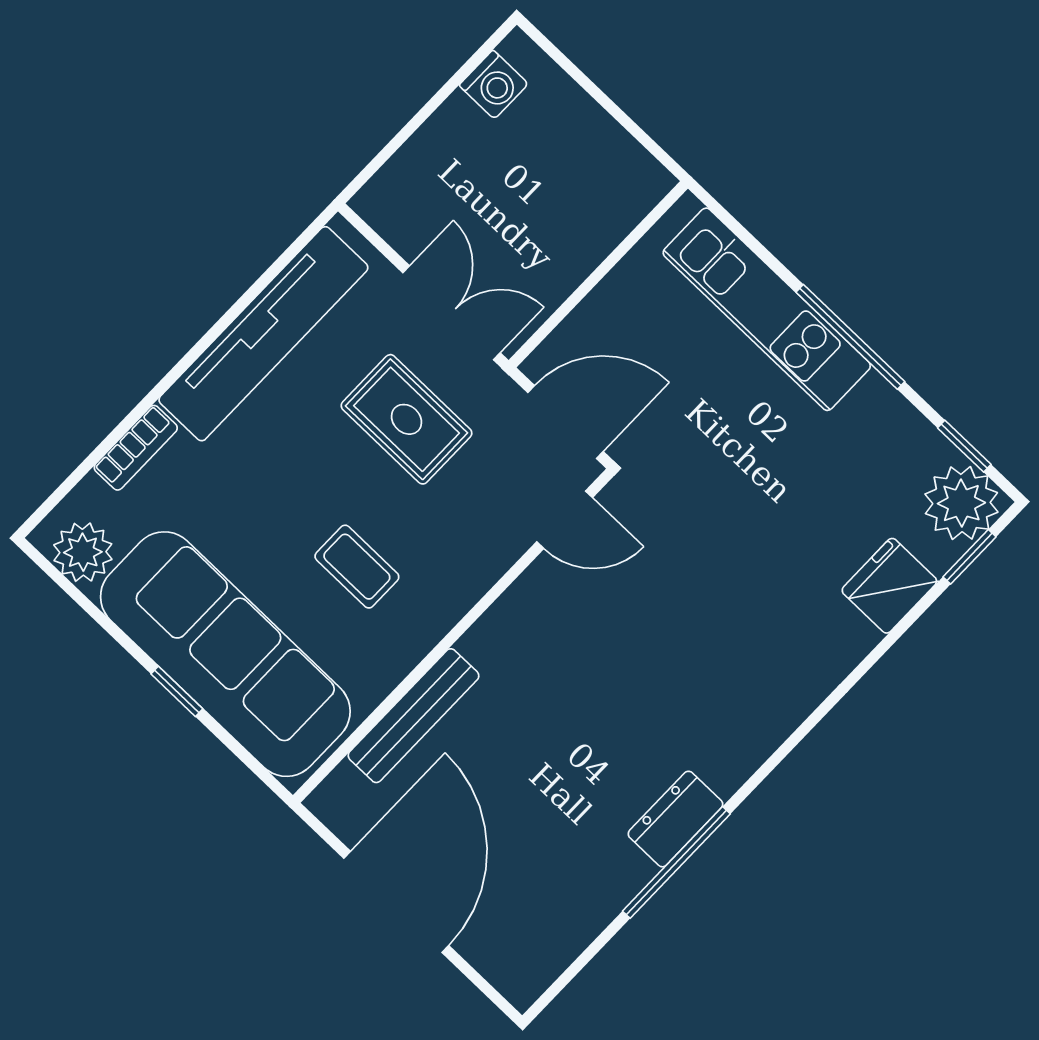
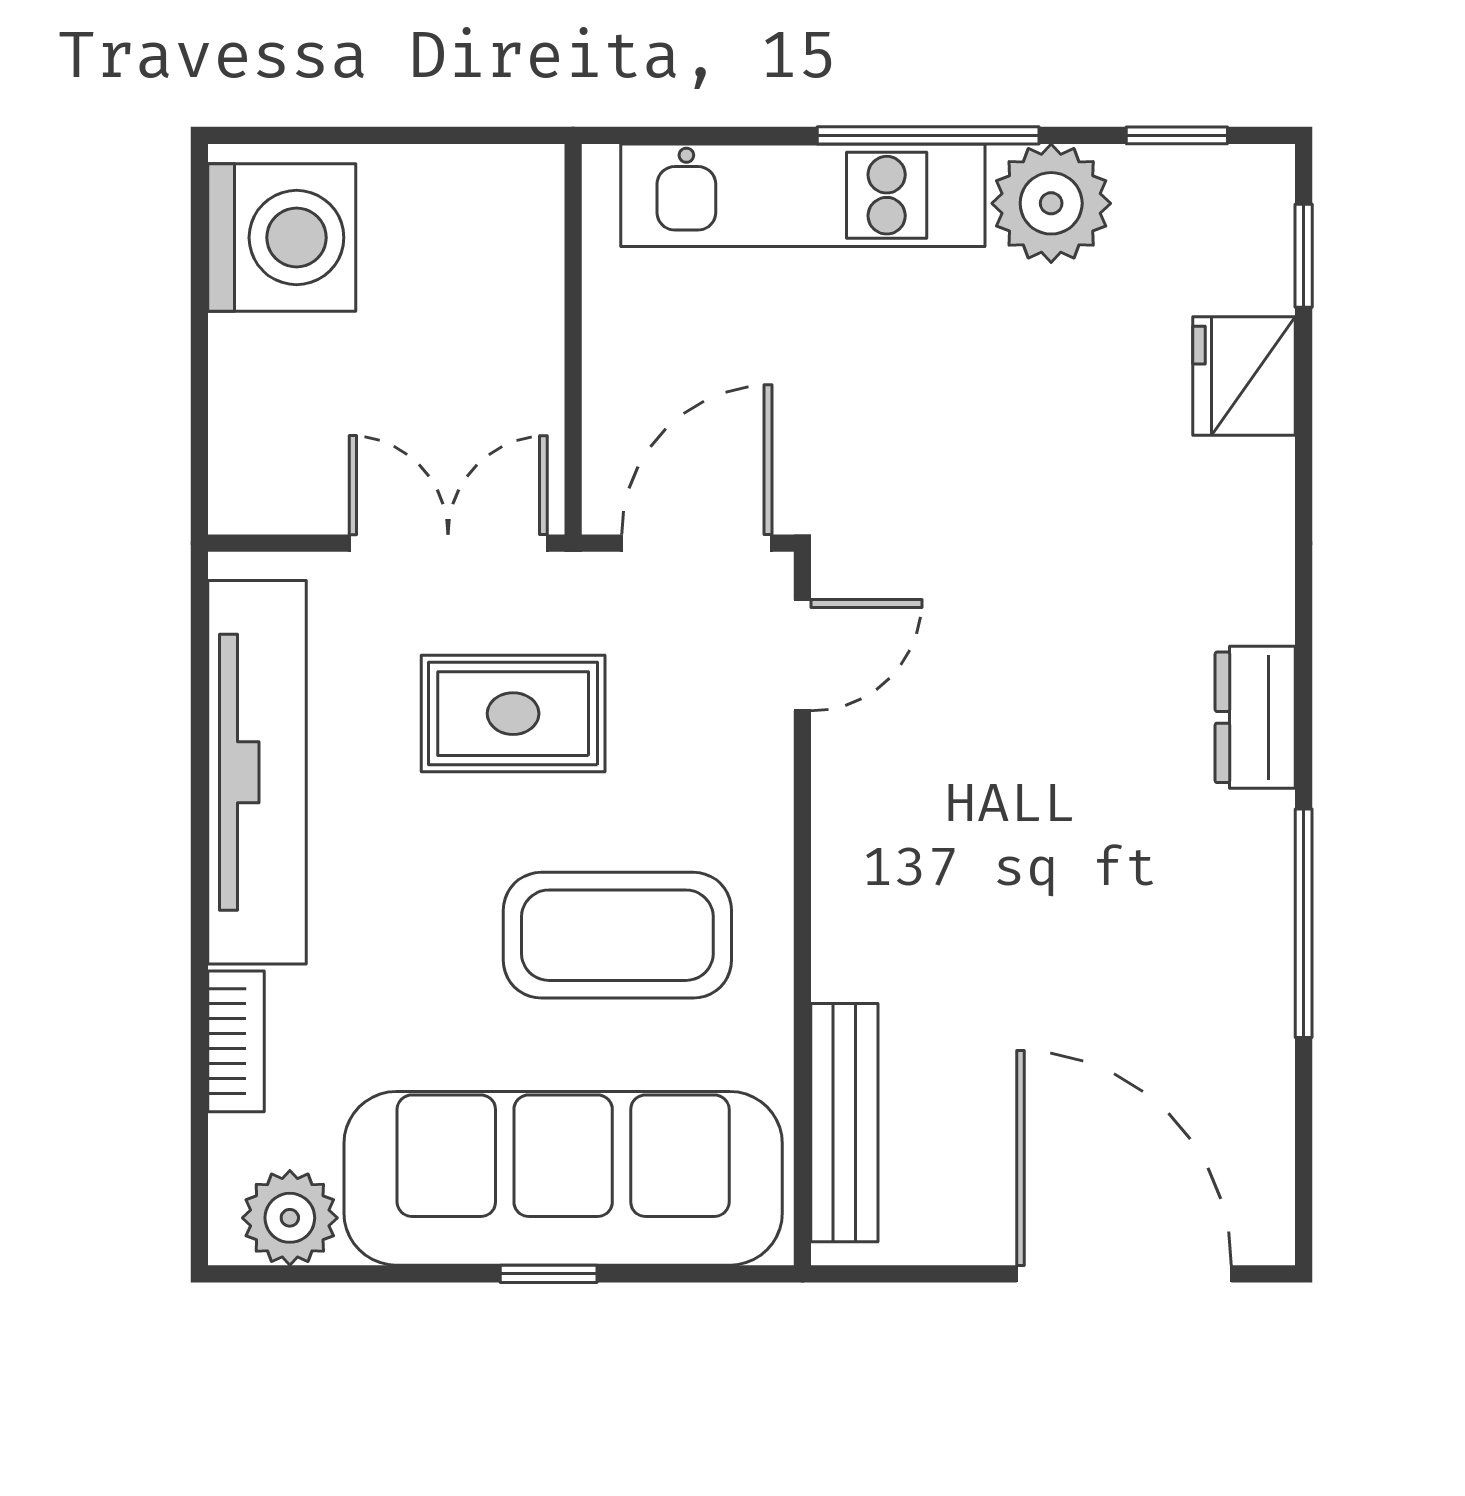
washing machine: (494, 85) -> (282, 238), width x1.89, depth x1.89
plant: (961, 503) -> (1051, 203), moved
coffee table: (357, 567) -> (617, 935), width x1.86, depth x1.72
bench: (414, 716) -> (844, 1123), moved
dresser: (675, 819) -> (1255, 717), moved
door: (396, 902) -> (1124, 1274), moved

